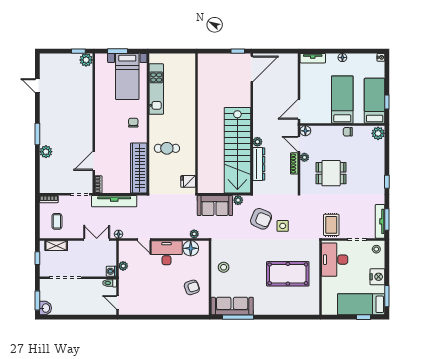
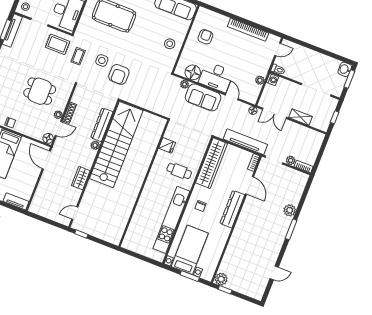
door: (252, 69) -> (75, 213), width x0.53
door: (37, 86) -> (274, 273), hinge flipped
kitchen unit: (156, 89) -> (171, 220), width x1.36
wardrobe: (259, 105) -> (81, 178), added
door: (299, 109) -> (46, 160), swing flipped
dresser: (102, 131) -> (232, 209), added
door: (299, 144) -> (58, 129), hinge flipped
door: (94, 161) -> (250, 185), hinge flipped
fridge: (188, 181) -> (167, 145), moved
plant: (238, 200) -> (291, 160), moved
sofa: (215, 206) -> (203, 97), moved, turned 180
armchair: (261, 219) -> (119, 74), turned -113
coffee table: (57, 221) -> (78, 56), moved
rug: (331, 225) -> (58, 44), turned 90
shelving: (56, 246) -> (300, 117), moved
armchair: (192, 287) -> (205, 37), turned 109
door: (117, 302) -> (278, 49), hinge flipped
bookcase: (153, 310) -> (248, 30), added

